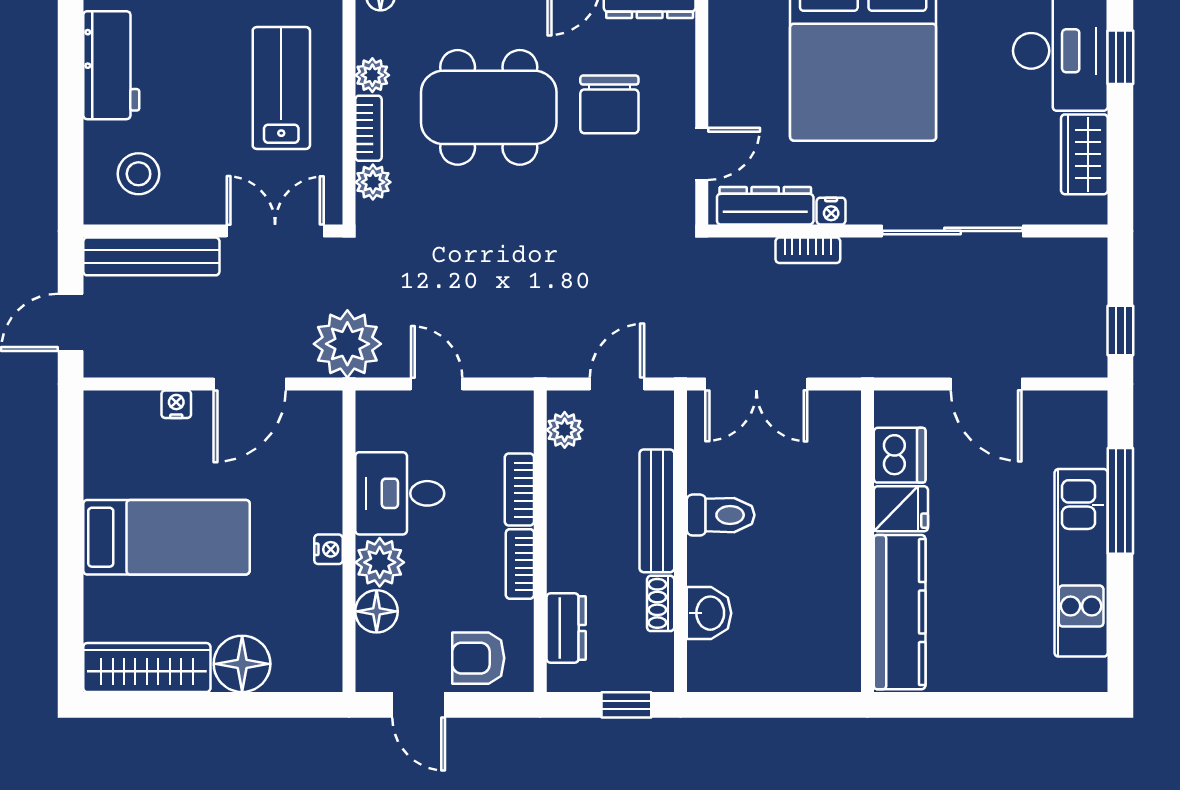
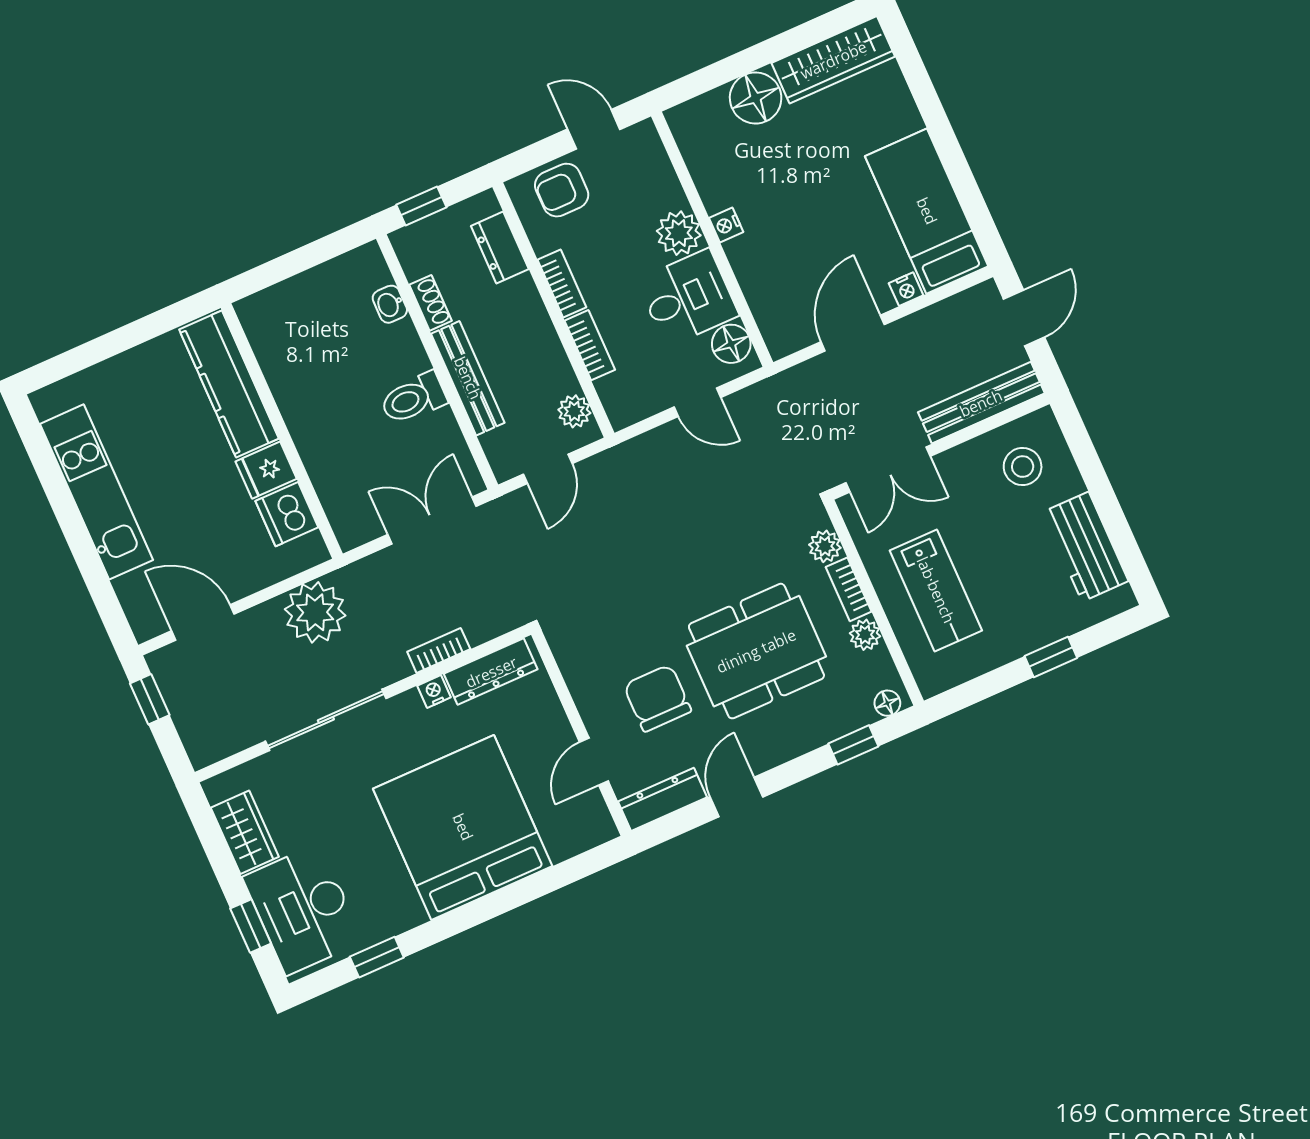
door: (702, 154) -> (594, 762), moved
plant: (347, 344) -> (315, 612), moved
door: (986, 384) -> (203, 622), moved
window: (1120, 501) -> (87, 558), removed
bed: (166, 537) -> (927, 211), moved, turned 90
floor lamp: (377, 611) -> (731, 344), moved
washbasin: (709, 613) -> (390, 304), width x0.72, depth x0.69
armchair: (478, 658) -> (562, 190), turned 180

